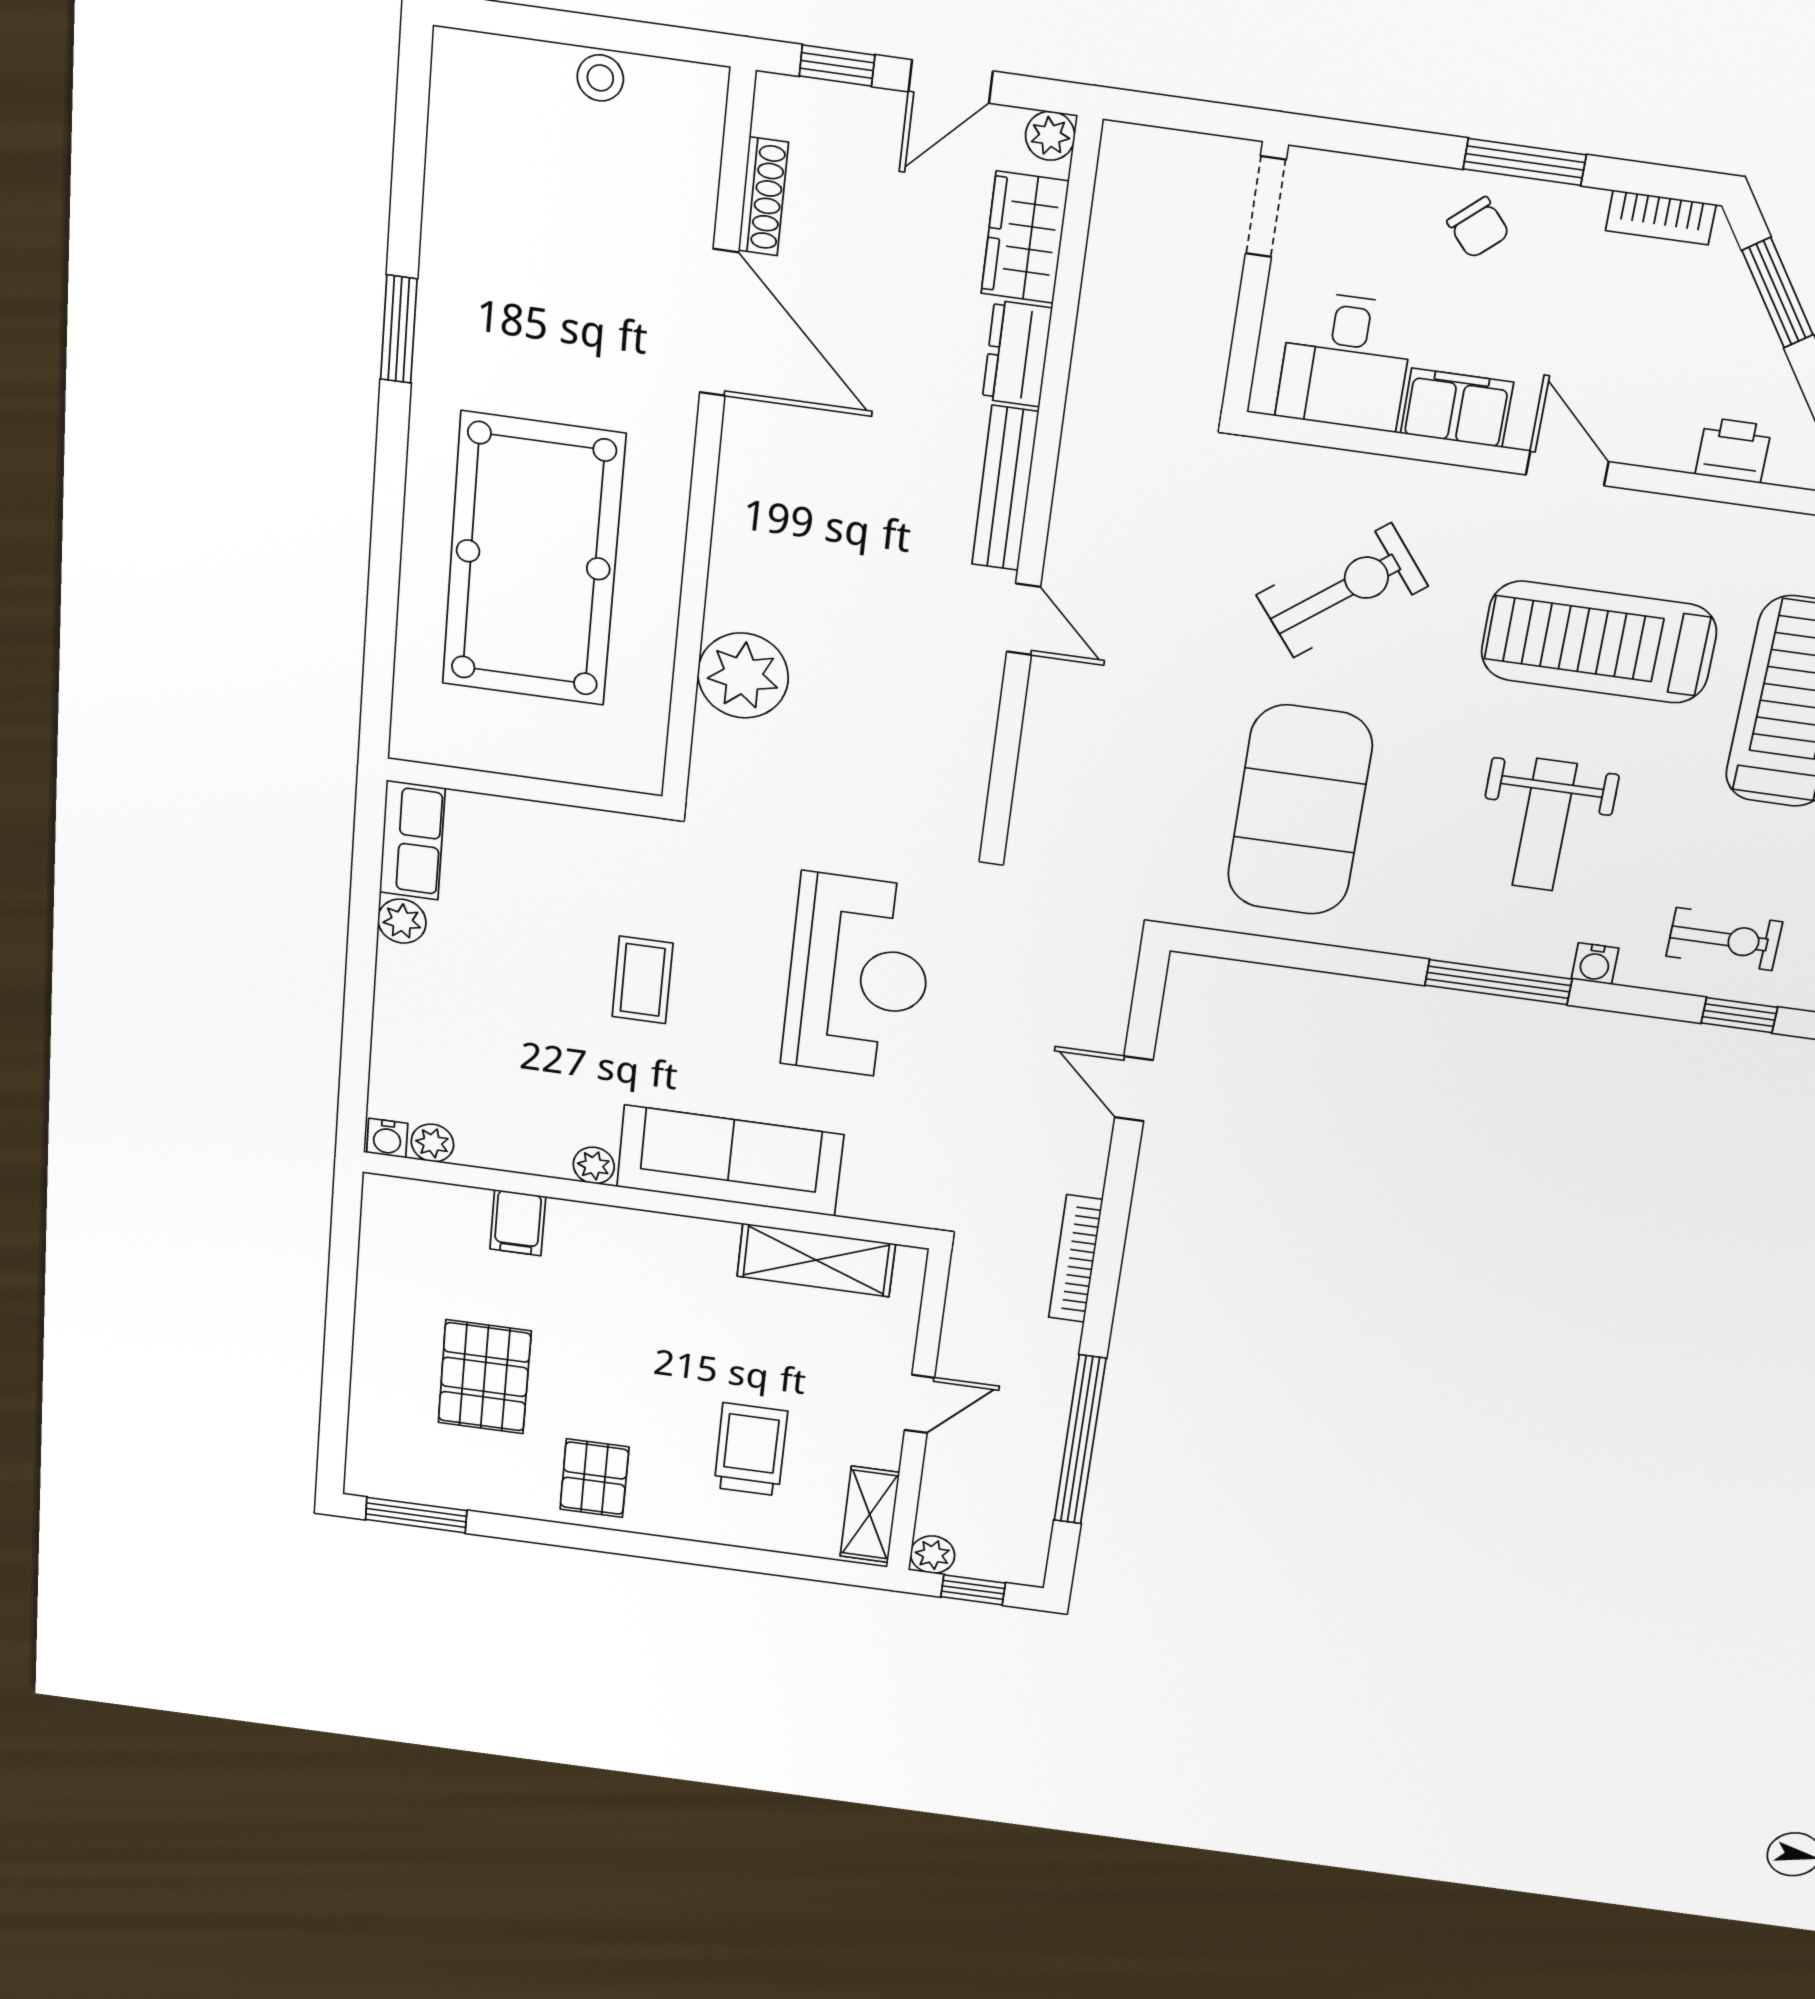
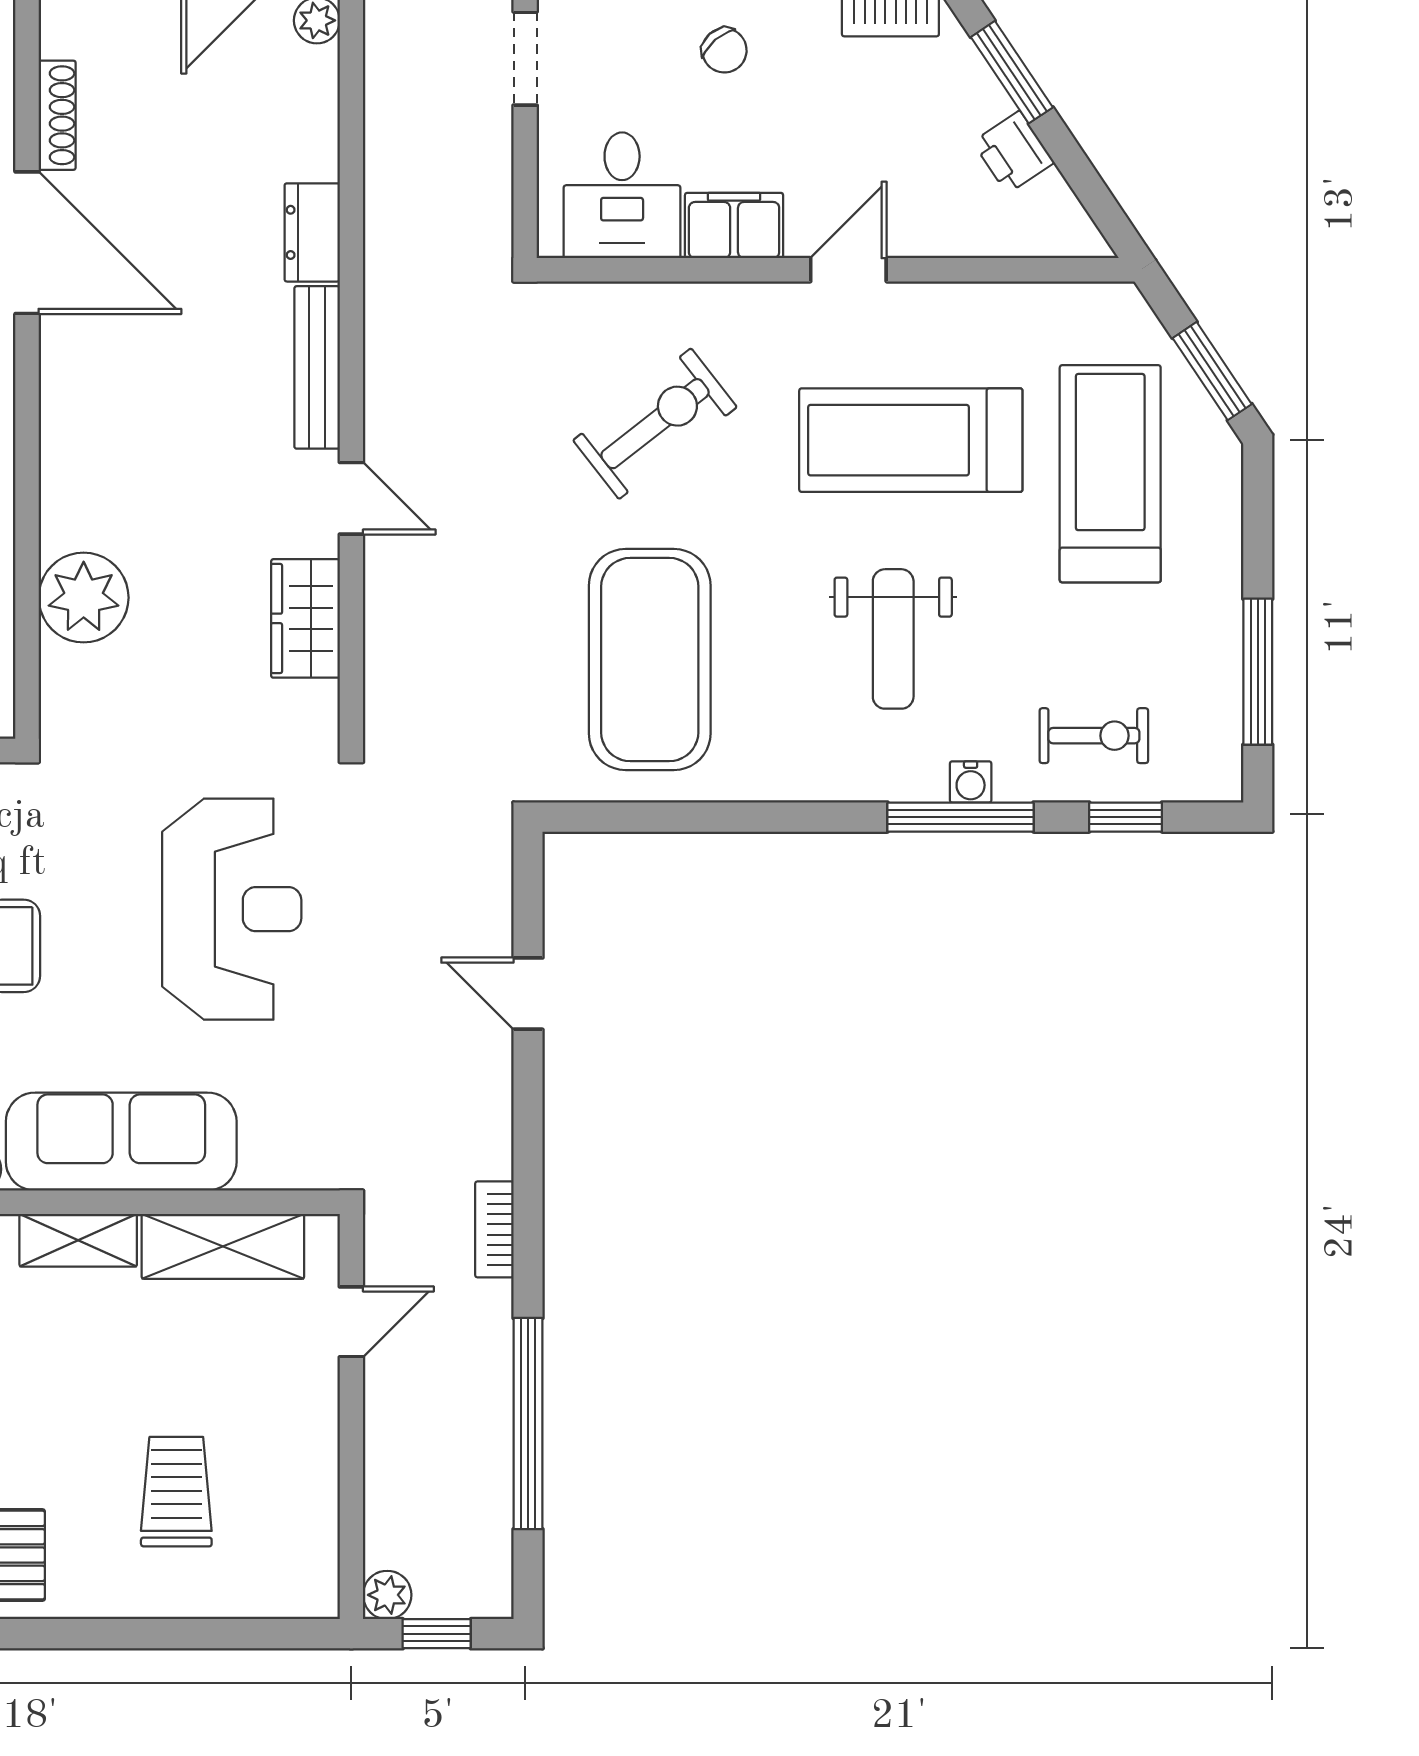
wardrobe: (1025, 237) -> (305, 618), moved
printer: (1733, 450) -> (1013, 152), moved, turned -124
door: (1567, 468) -> (848, 270), hinge flipped
window: (1498, 982) -> (960, 817), moved
bookcase: (1075, 1259) -> (494, 1229), width x0.64
door: (920, 1404) -> (351, 1322), moved
shelving: (870, 1514) -> (78, 1240), moved, turned 90

